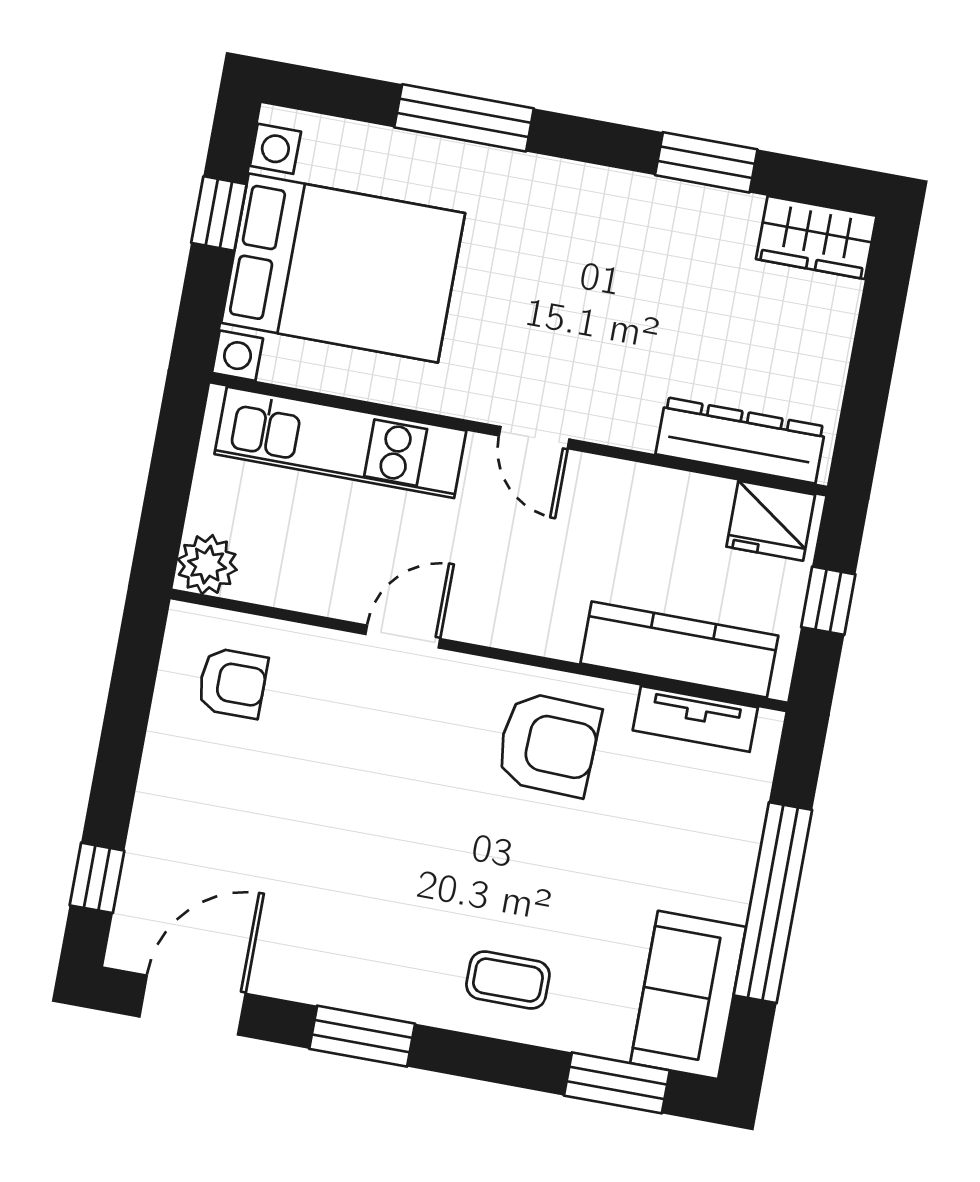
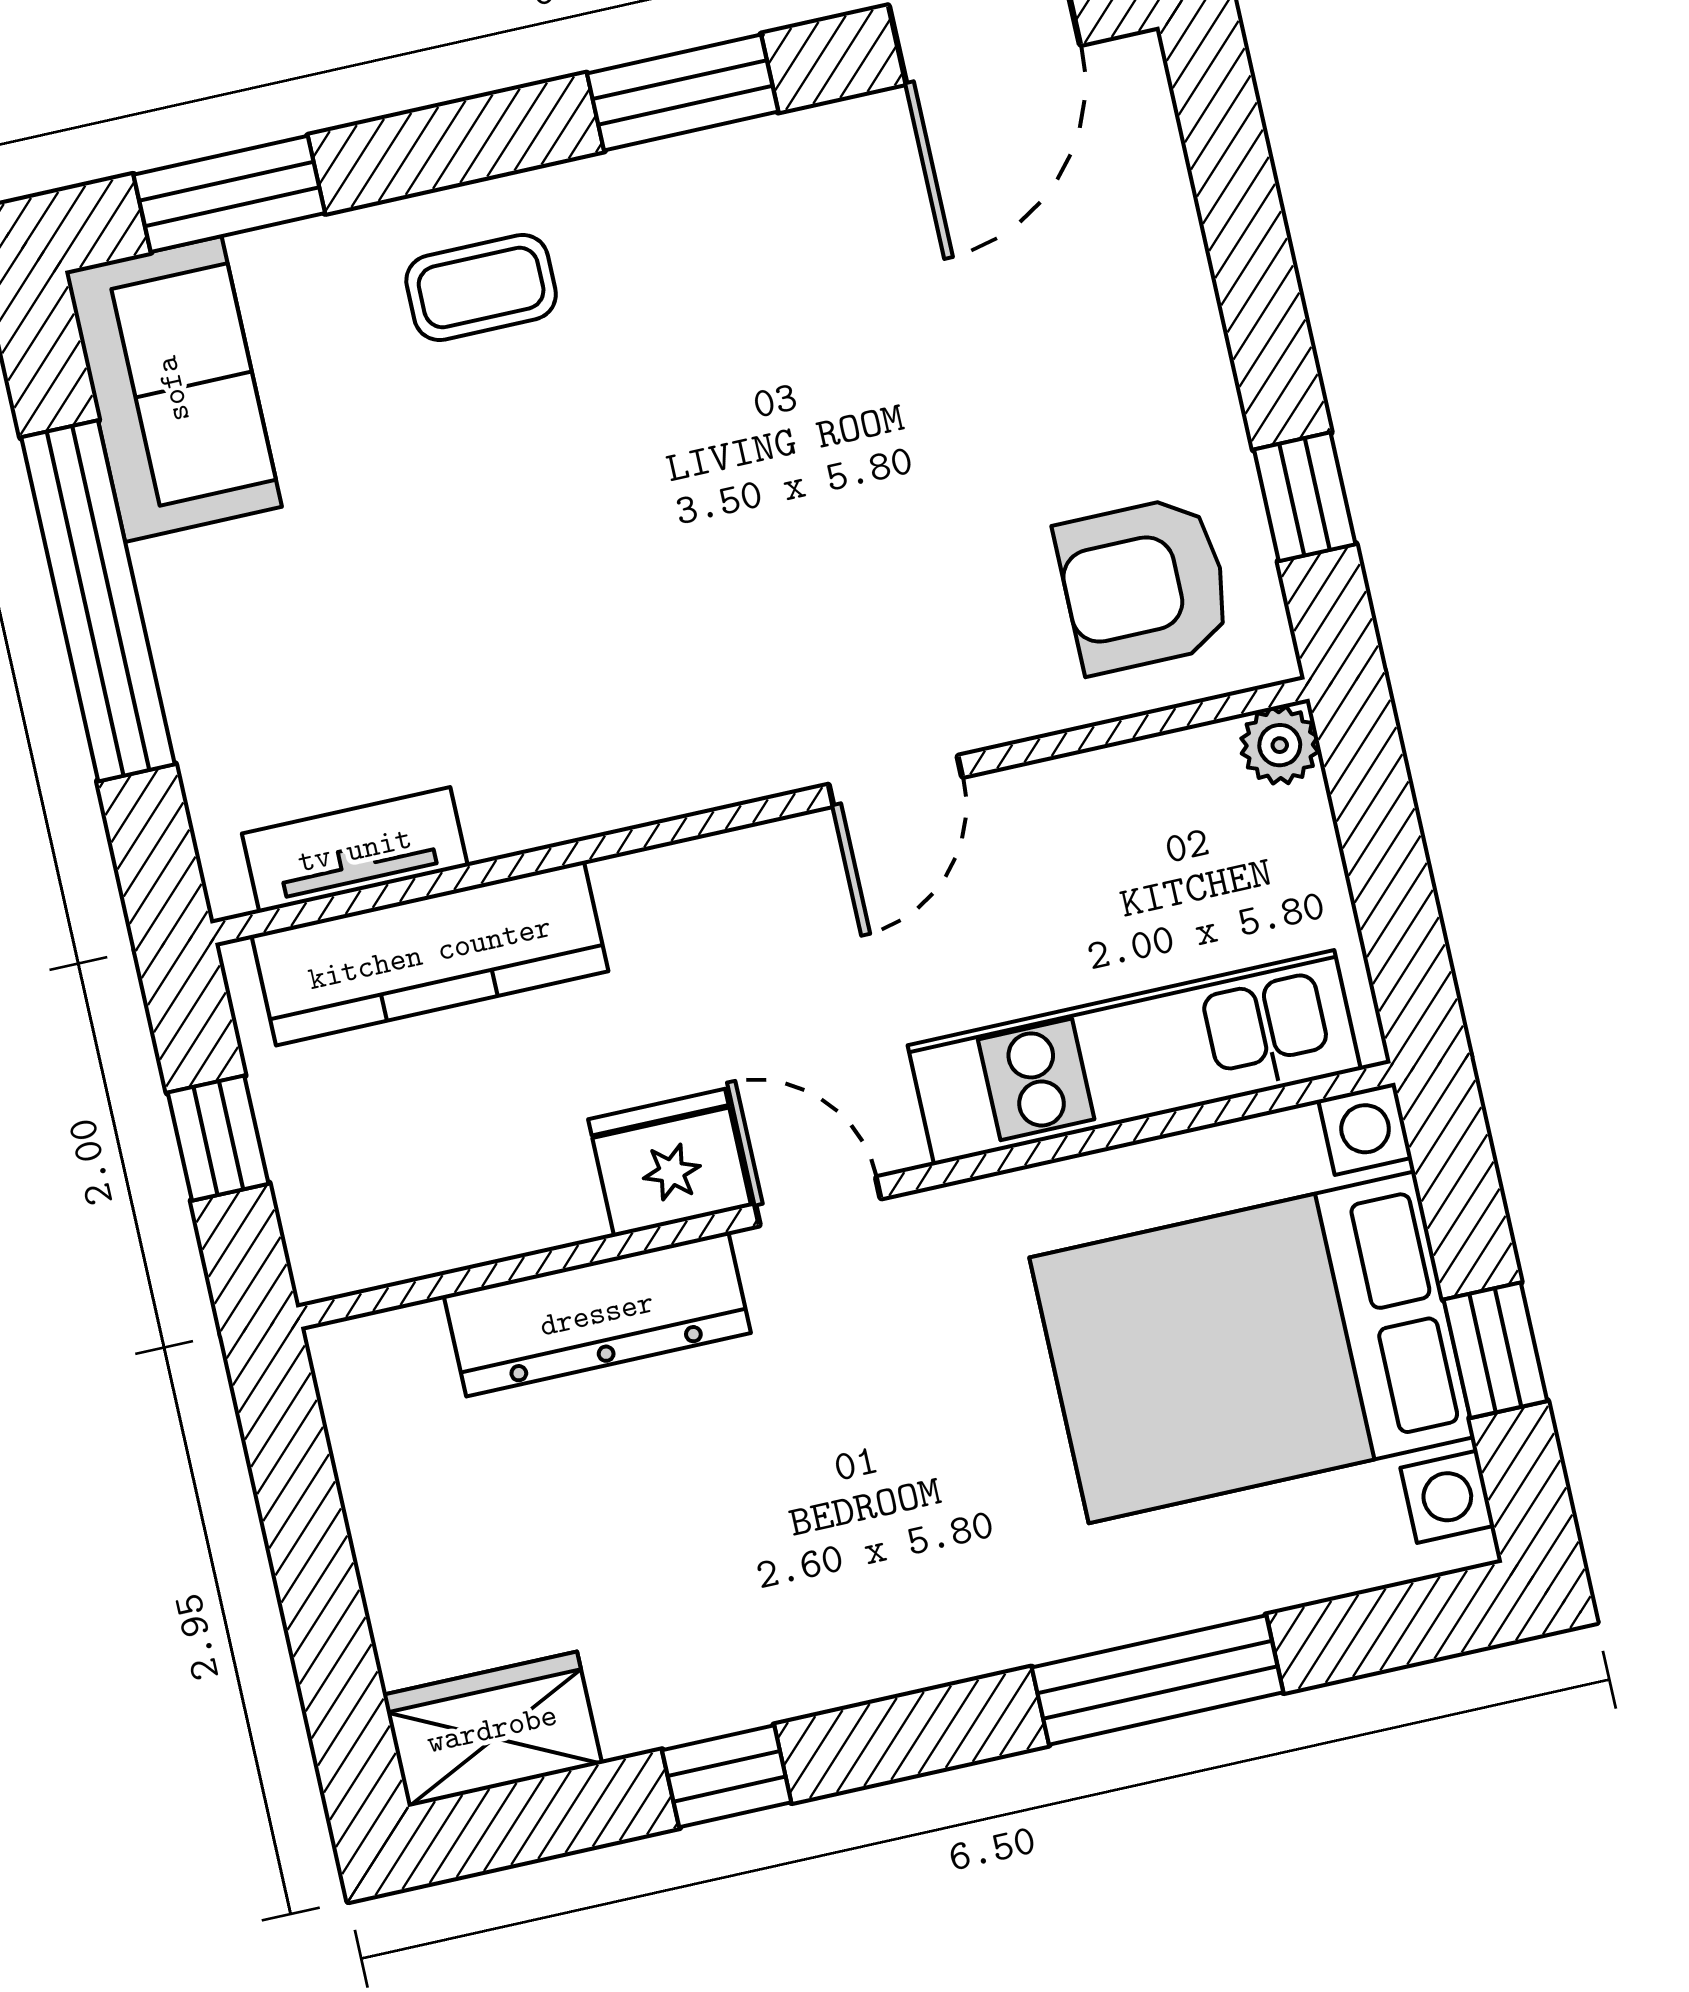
window: (706, 162) -> (727, 1776), width x0.67
dresser: (741, 440) -> (597, 1314), moved
fridge: (771, 521) -> (670, 1163), moved
plant: (207, 565) -> (1280, 745), width x0.73, depth x0.73
armchair: (232, 683) -> (1144, 585), width x1.38, depth x1.38
armchair: (548, 744) -> (580, 705), removed
window: (97, 878) -> (1305, 497), moved

